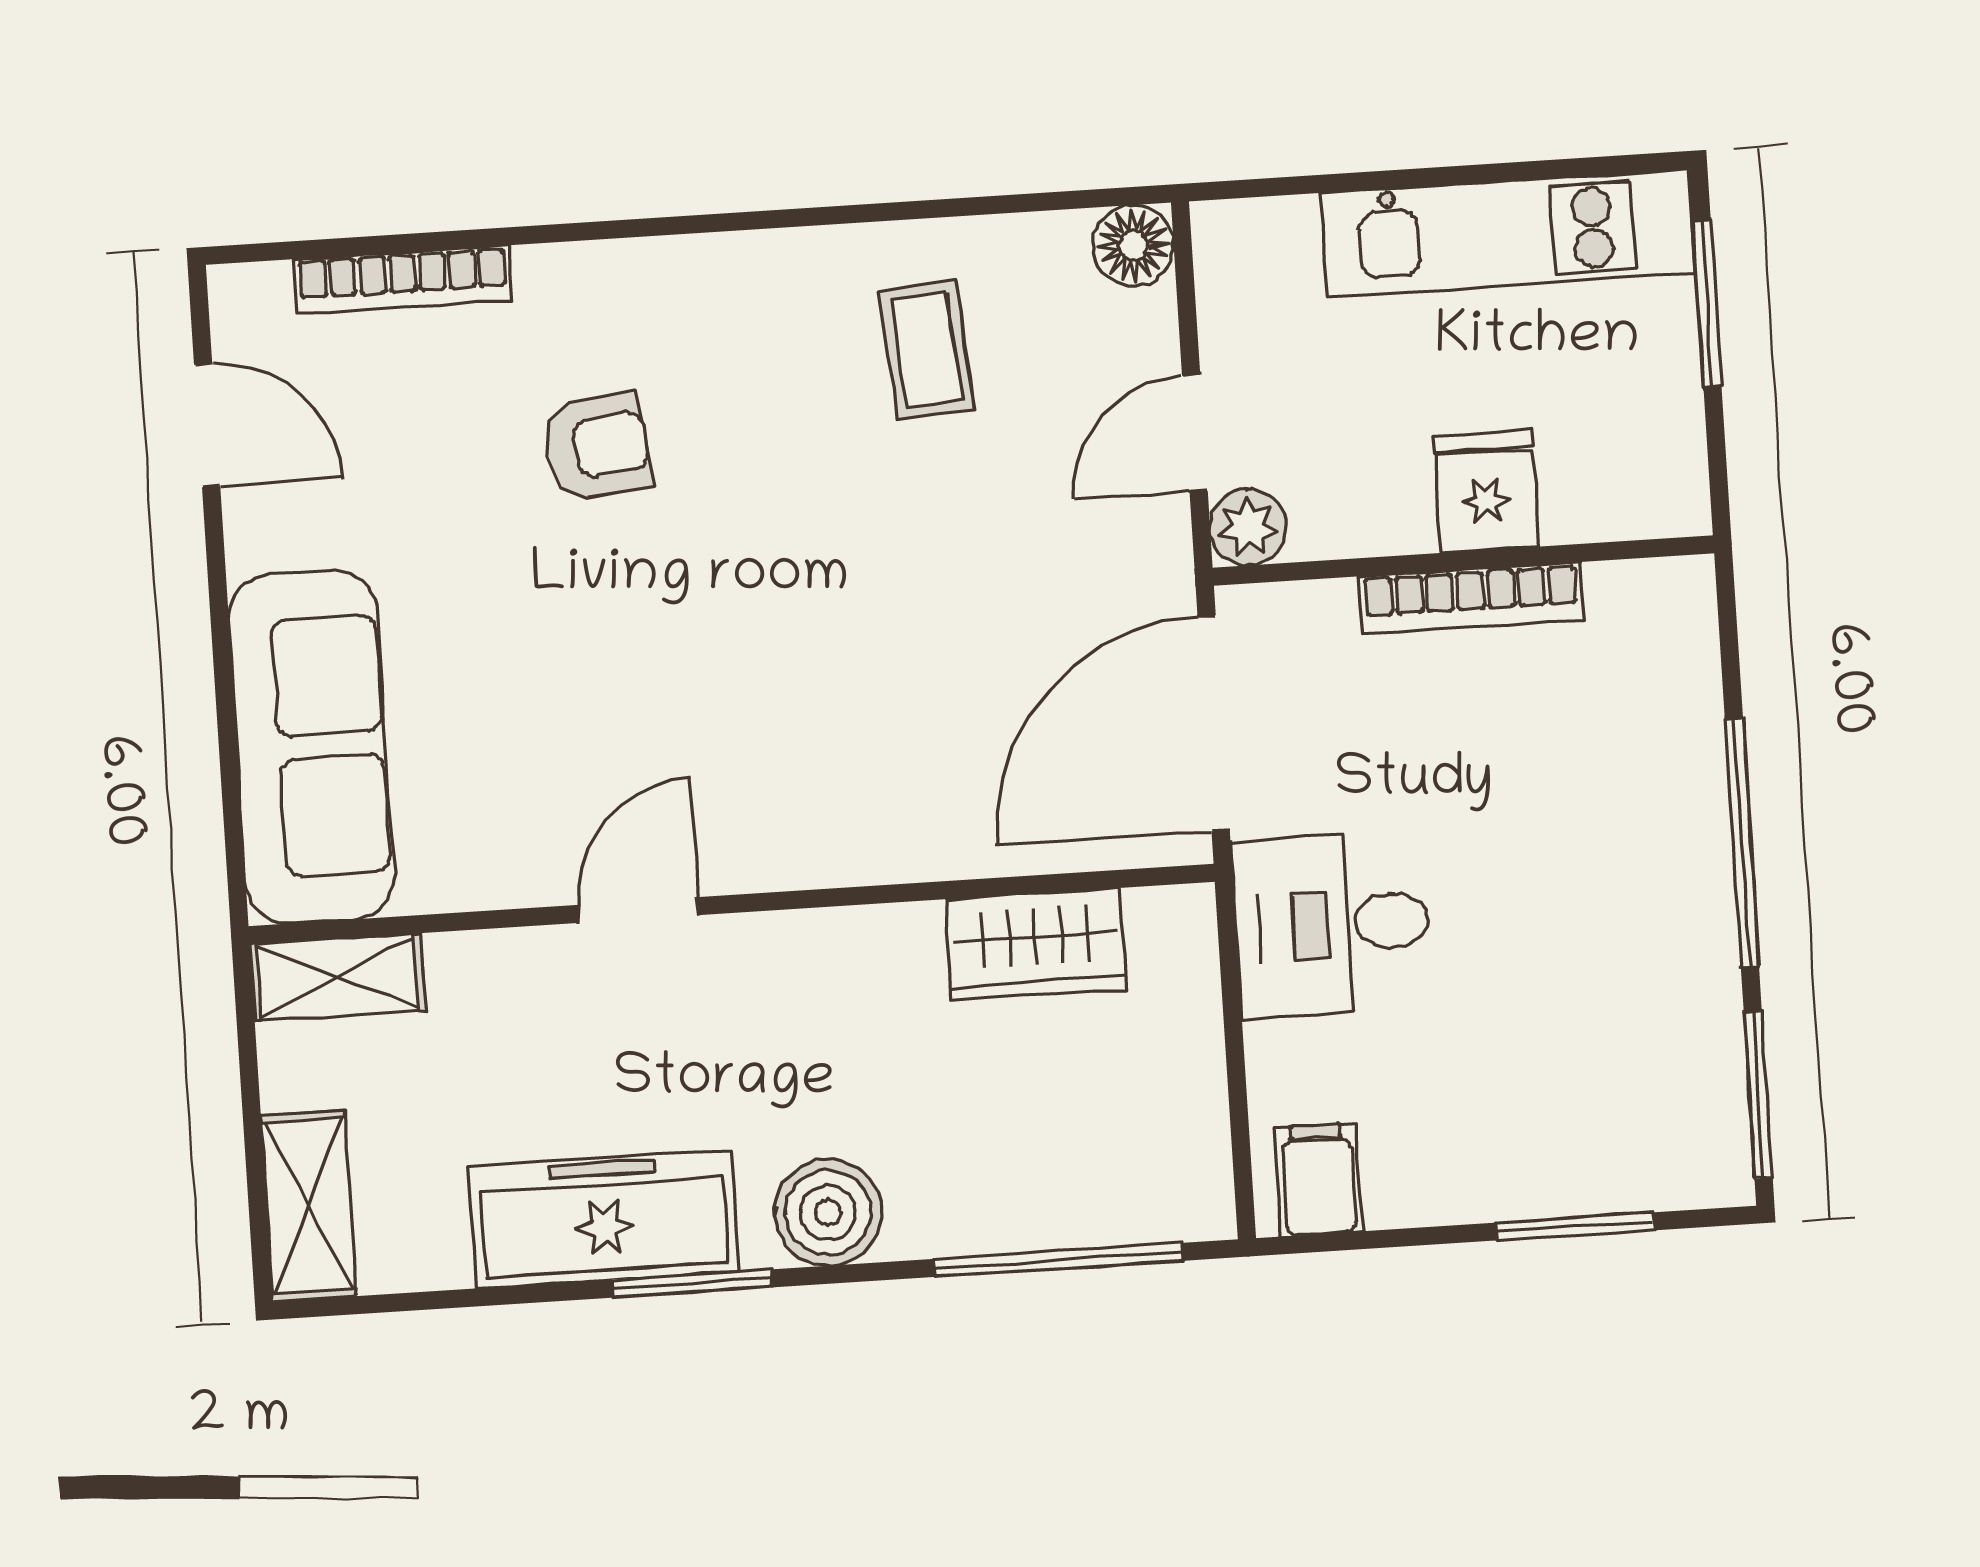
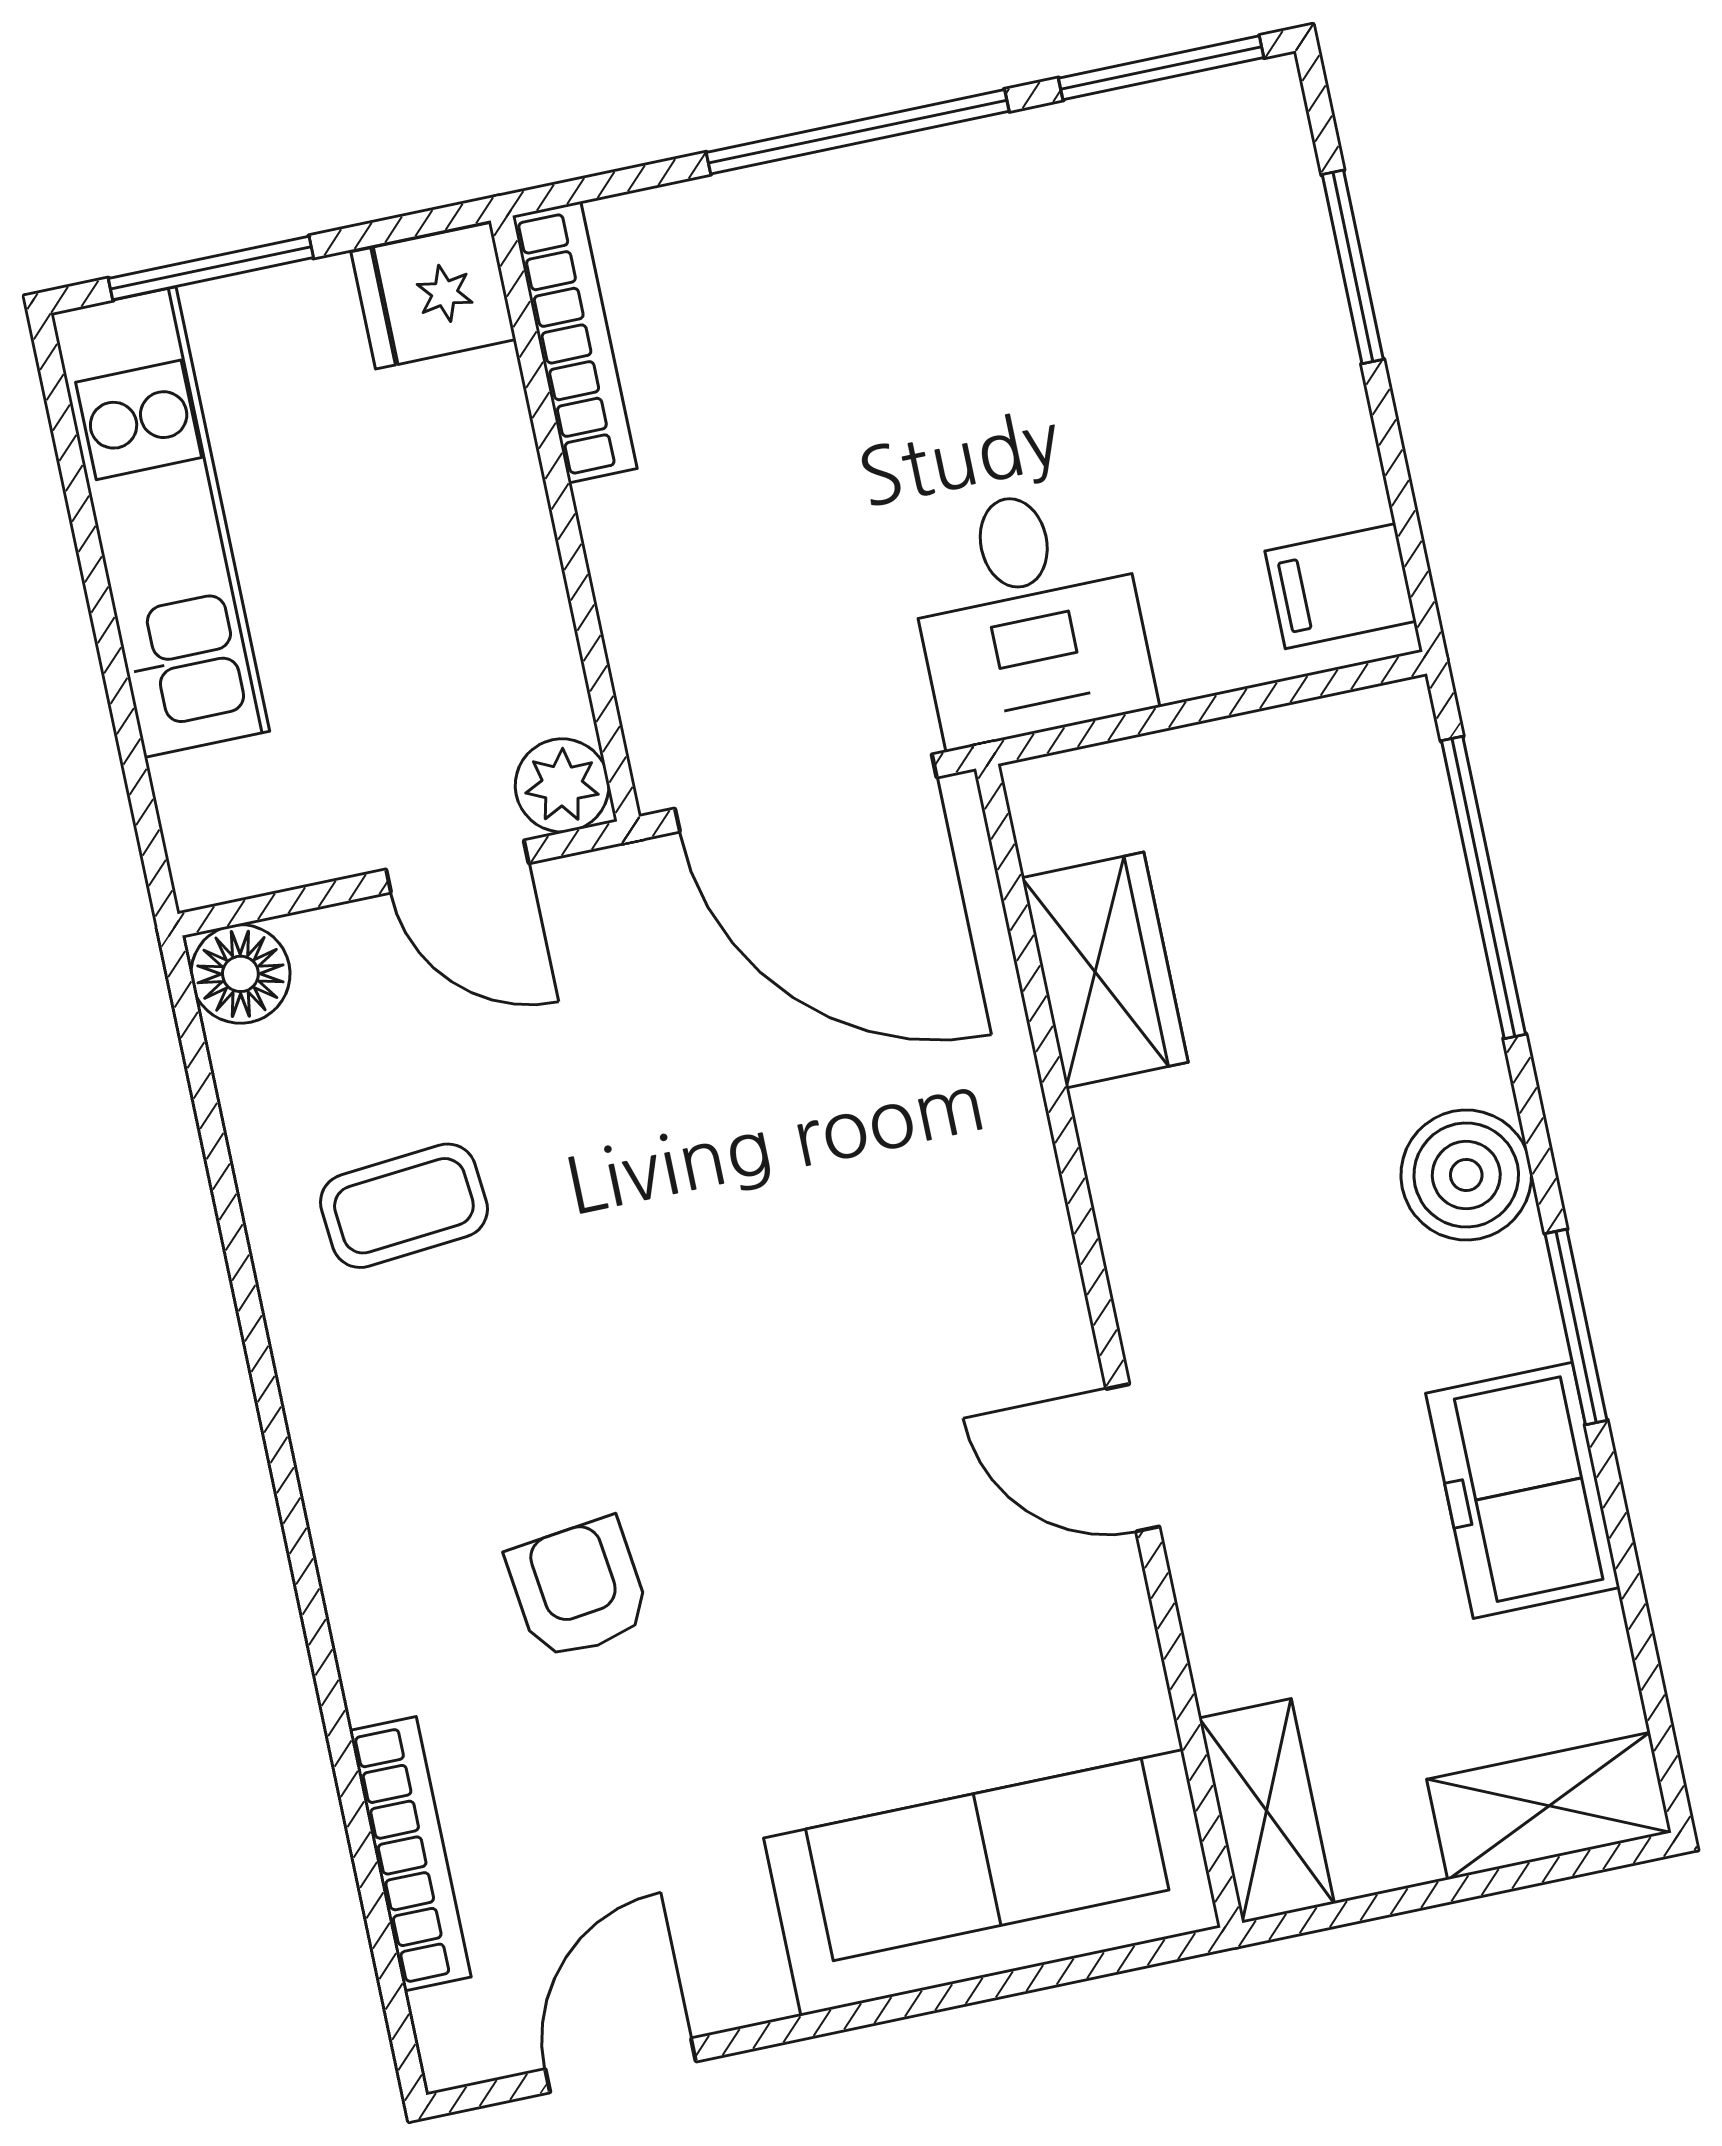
fridge: (1486, 491) -> (433, 296), moved
bookcase: (1471, 598) -> (575, 342), moved
freezer: (604, 1219) -> (1523, 1490), width x0.71

